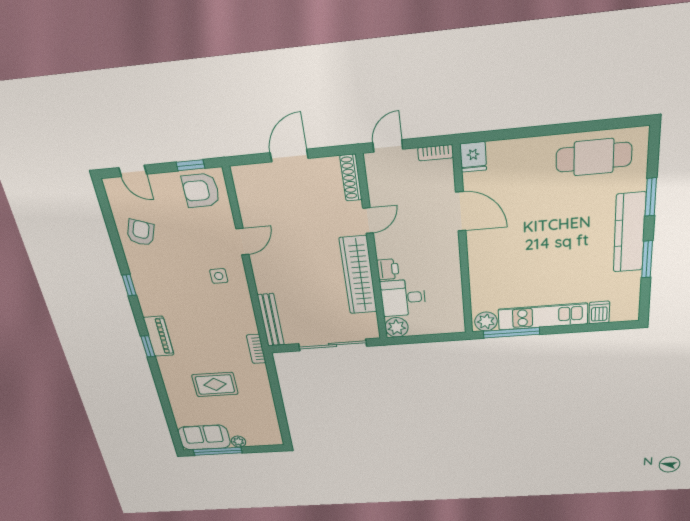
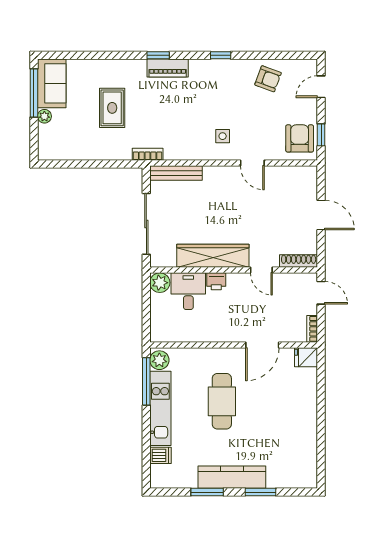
cafe table: (594, 157) -> (222, 401), moved

